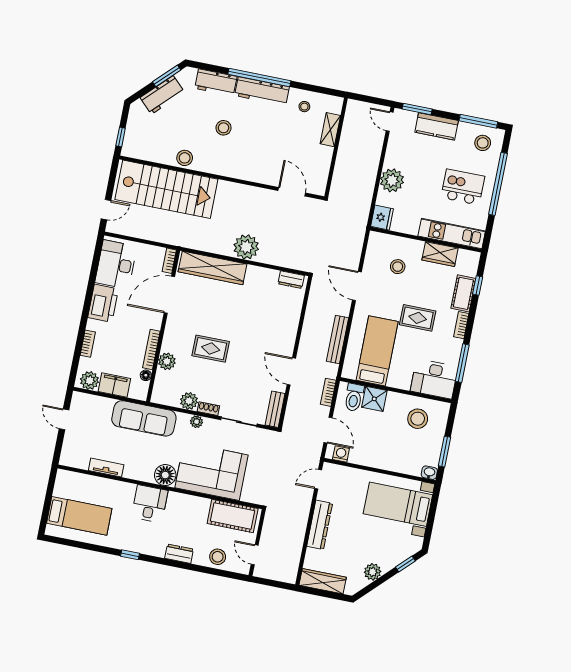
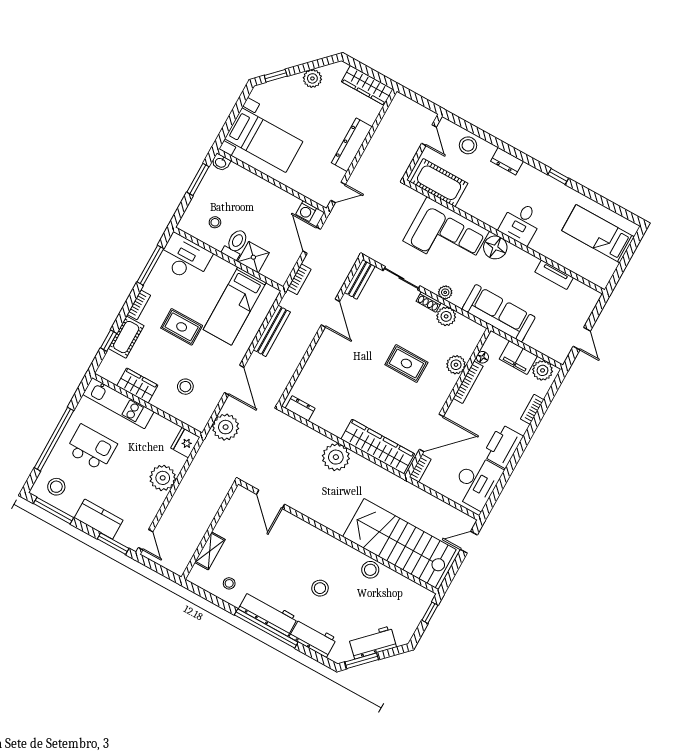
kitchen island: (463, 187) -> (91, 448), turned 180
plant: (351, 242) -> (226, 427), added
toilet: (354, 397) -> (235, 244), moved
stool: (418, 419) -> (215, 222), width x0.53, depth x0.53

